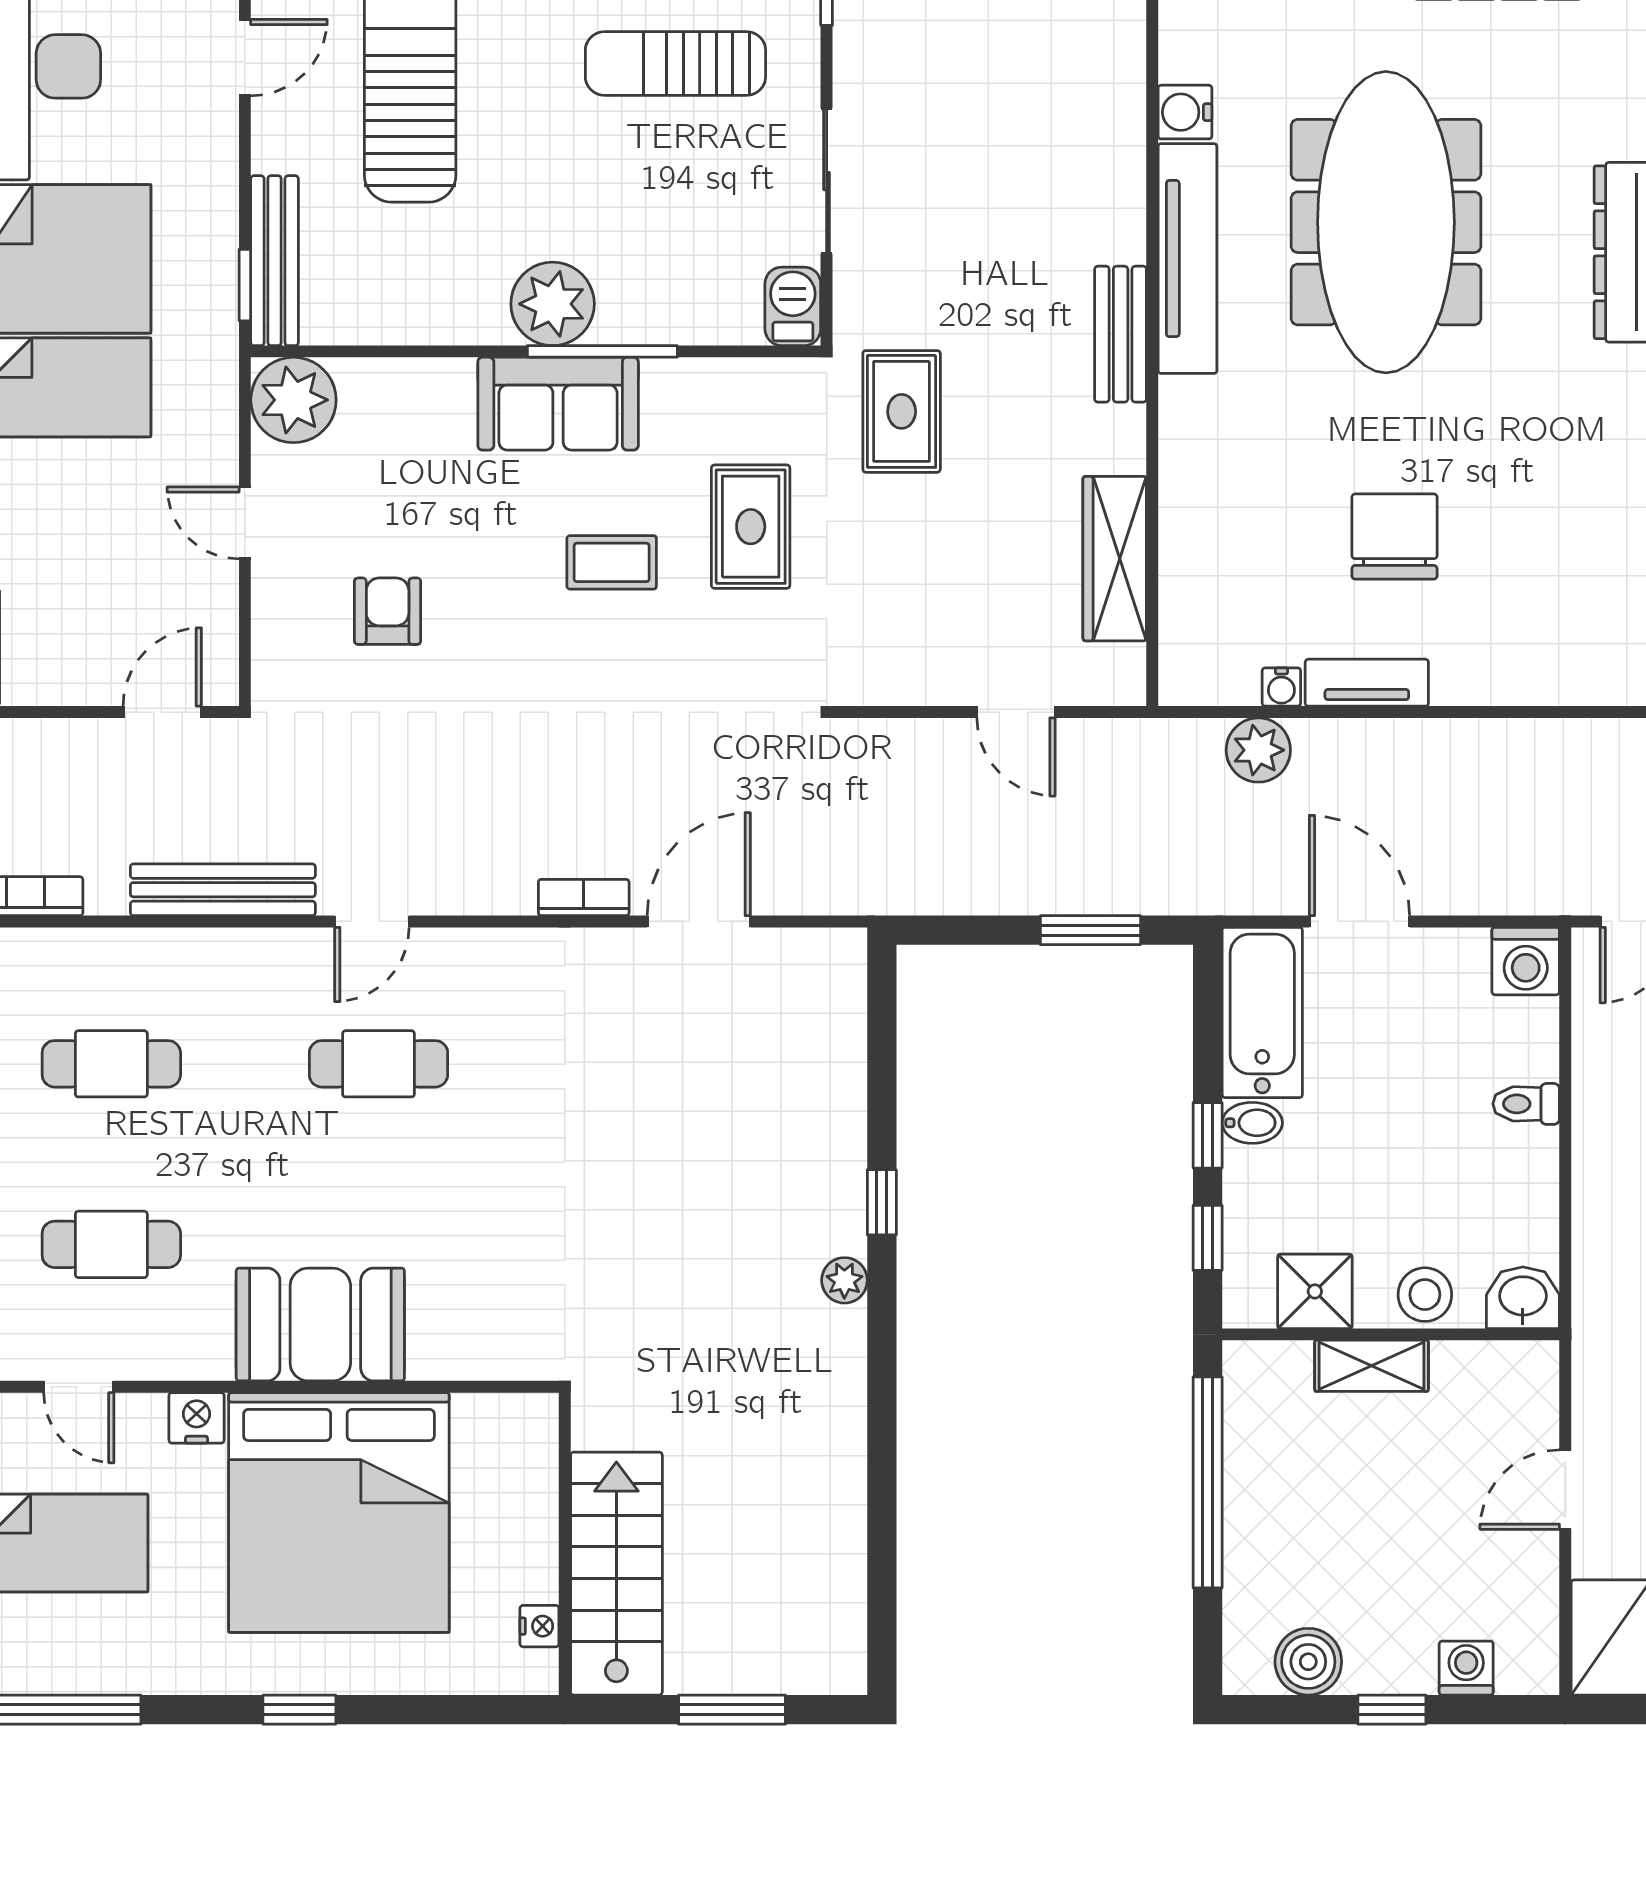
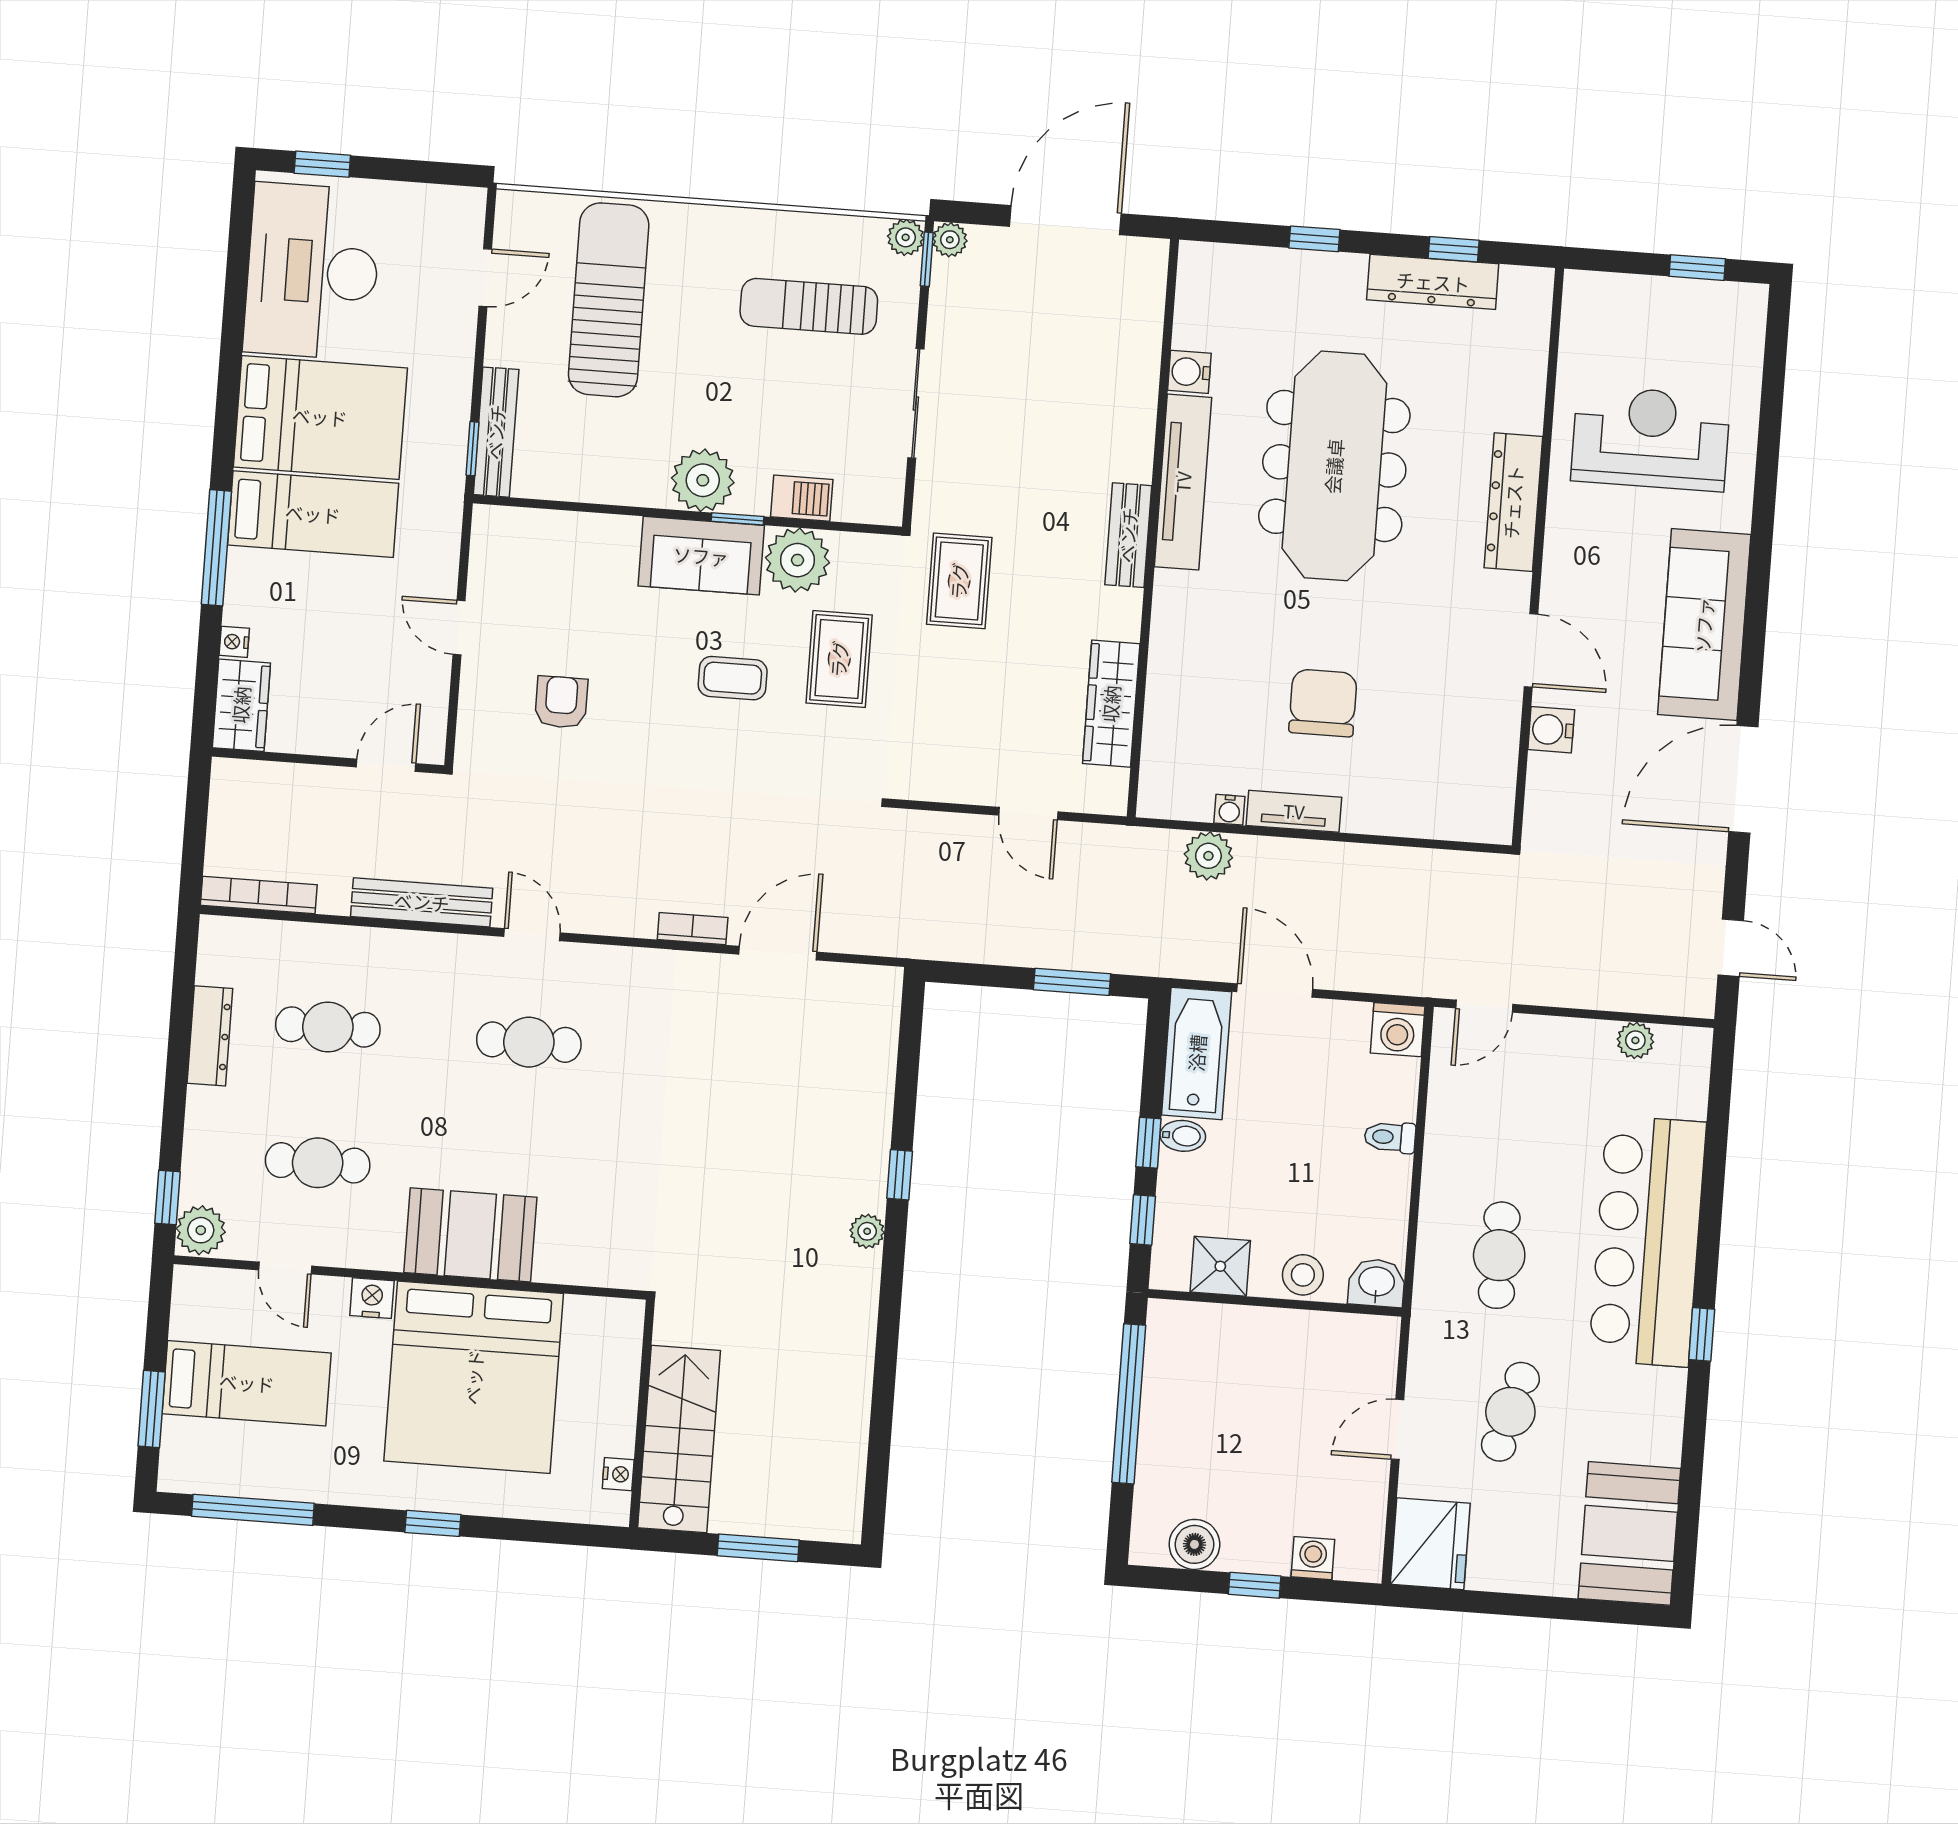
barbecue: (793, 306) -> (802, 498), moved, turned 90
window: (602, 351) -> (738, 519), width x0.46
plant: (293, 400) -> (797, 560), moved
door: (372, 921) -> (532, 935), swing flipped
shelving: (1372, 1366) -> (1259, 1325), removed

